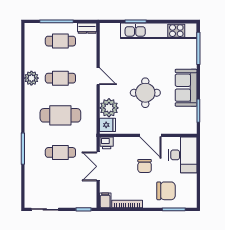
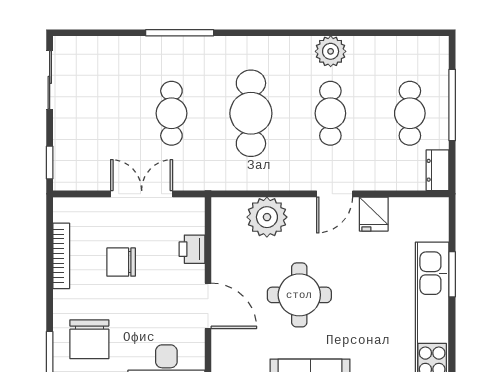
fridge: (108, 125) -> (374, 214), moved
door: (150, 135) -> (208, 306), swing flipped
printer: (107, 143) -> (192, 249), moved
chair: (145, 166) -> (121, 262), moved
filing cabinet: (105, 200) -> (69, 209), removed

